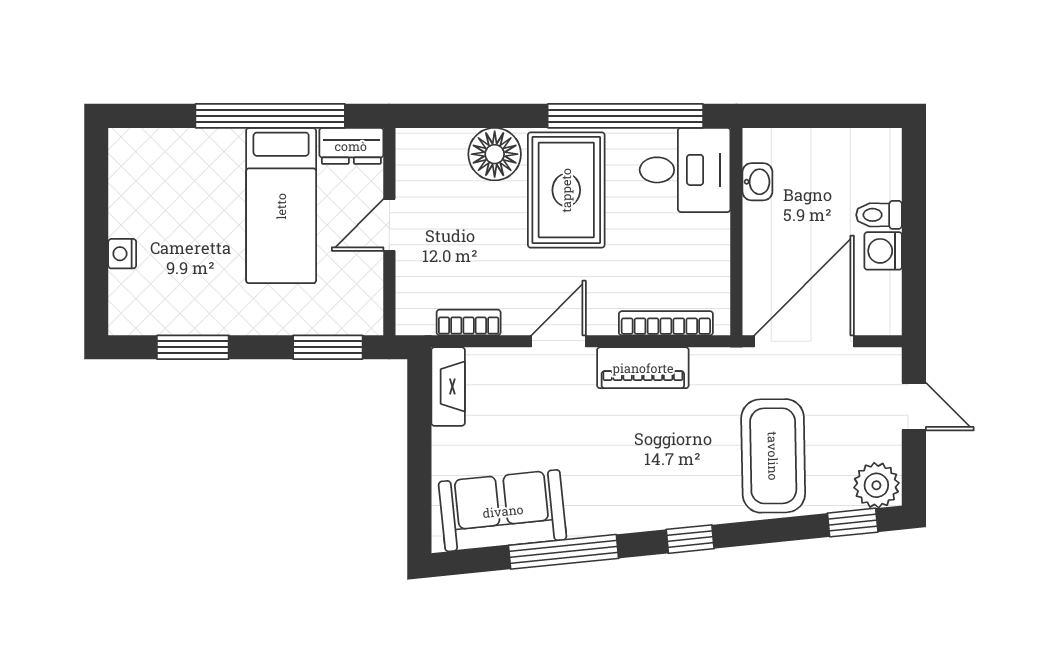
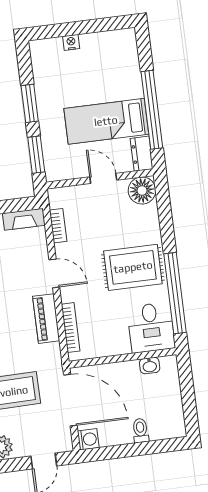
floor lamp: (495, 154) -> (142, 190), moved
washing machine: (883, 251) -> (88, 439), moved, turned 90
window: (193, 347) -> (30, 103), moved

